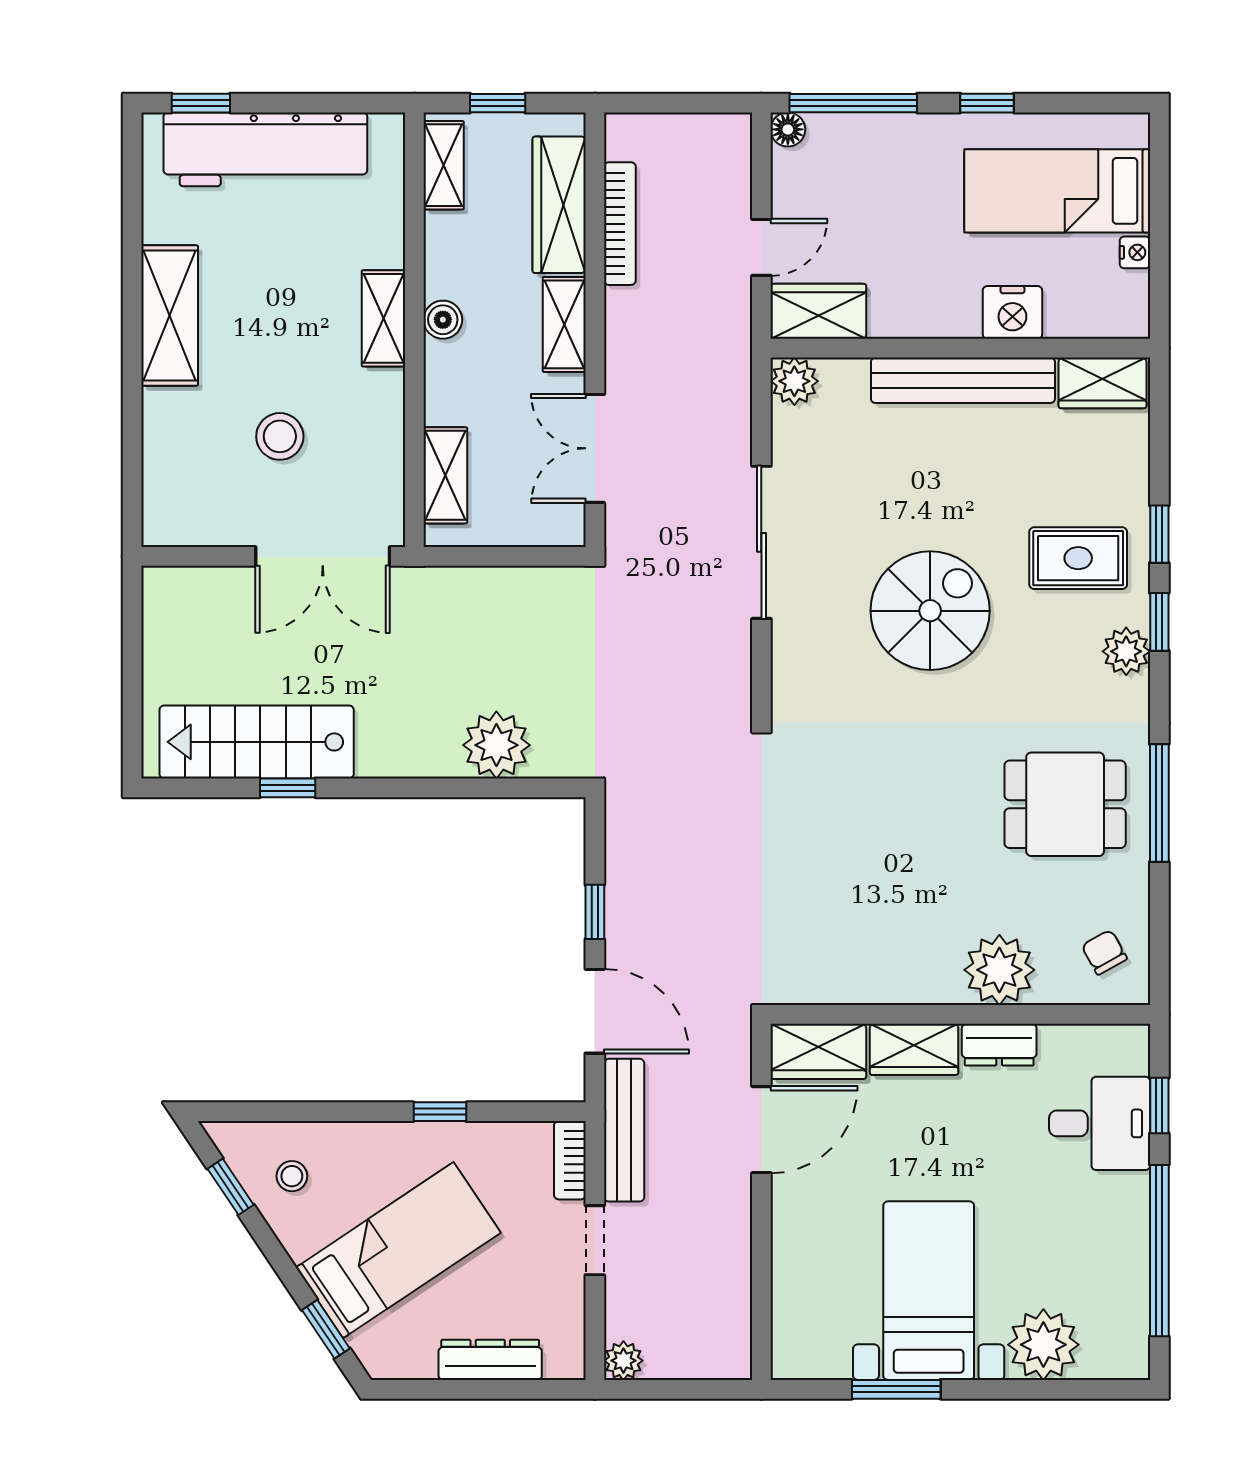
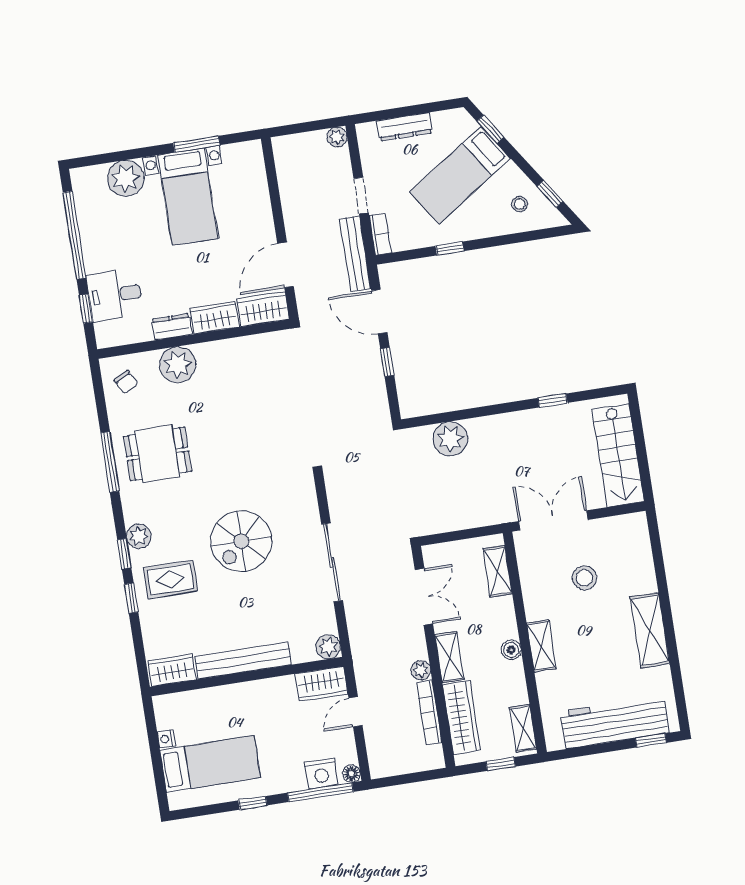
plant: (623, 308) -> (421, 670), added
nightstand: (1012, 312) -> (321, 774), moved, turned 180
stairs: (257, 742) -> (618, 455), moved, turned 90

